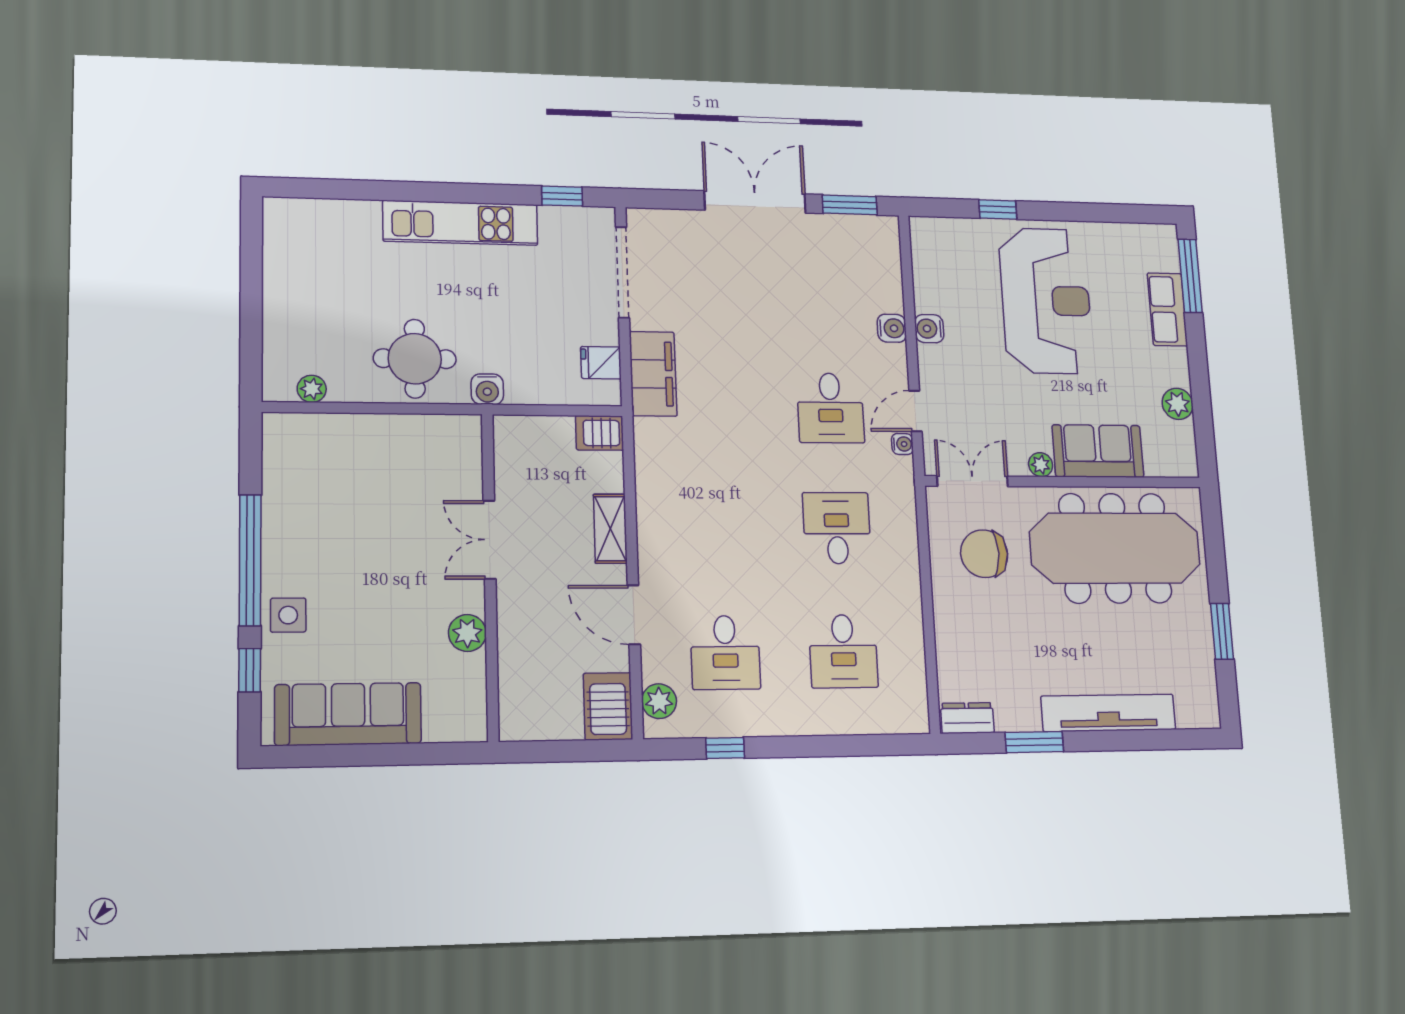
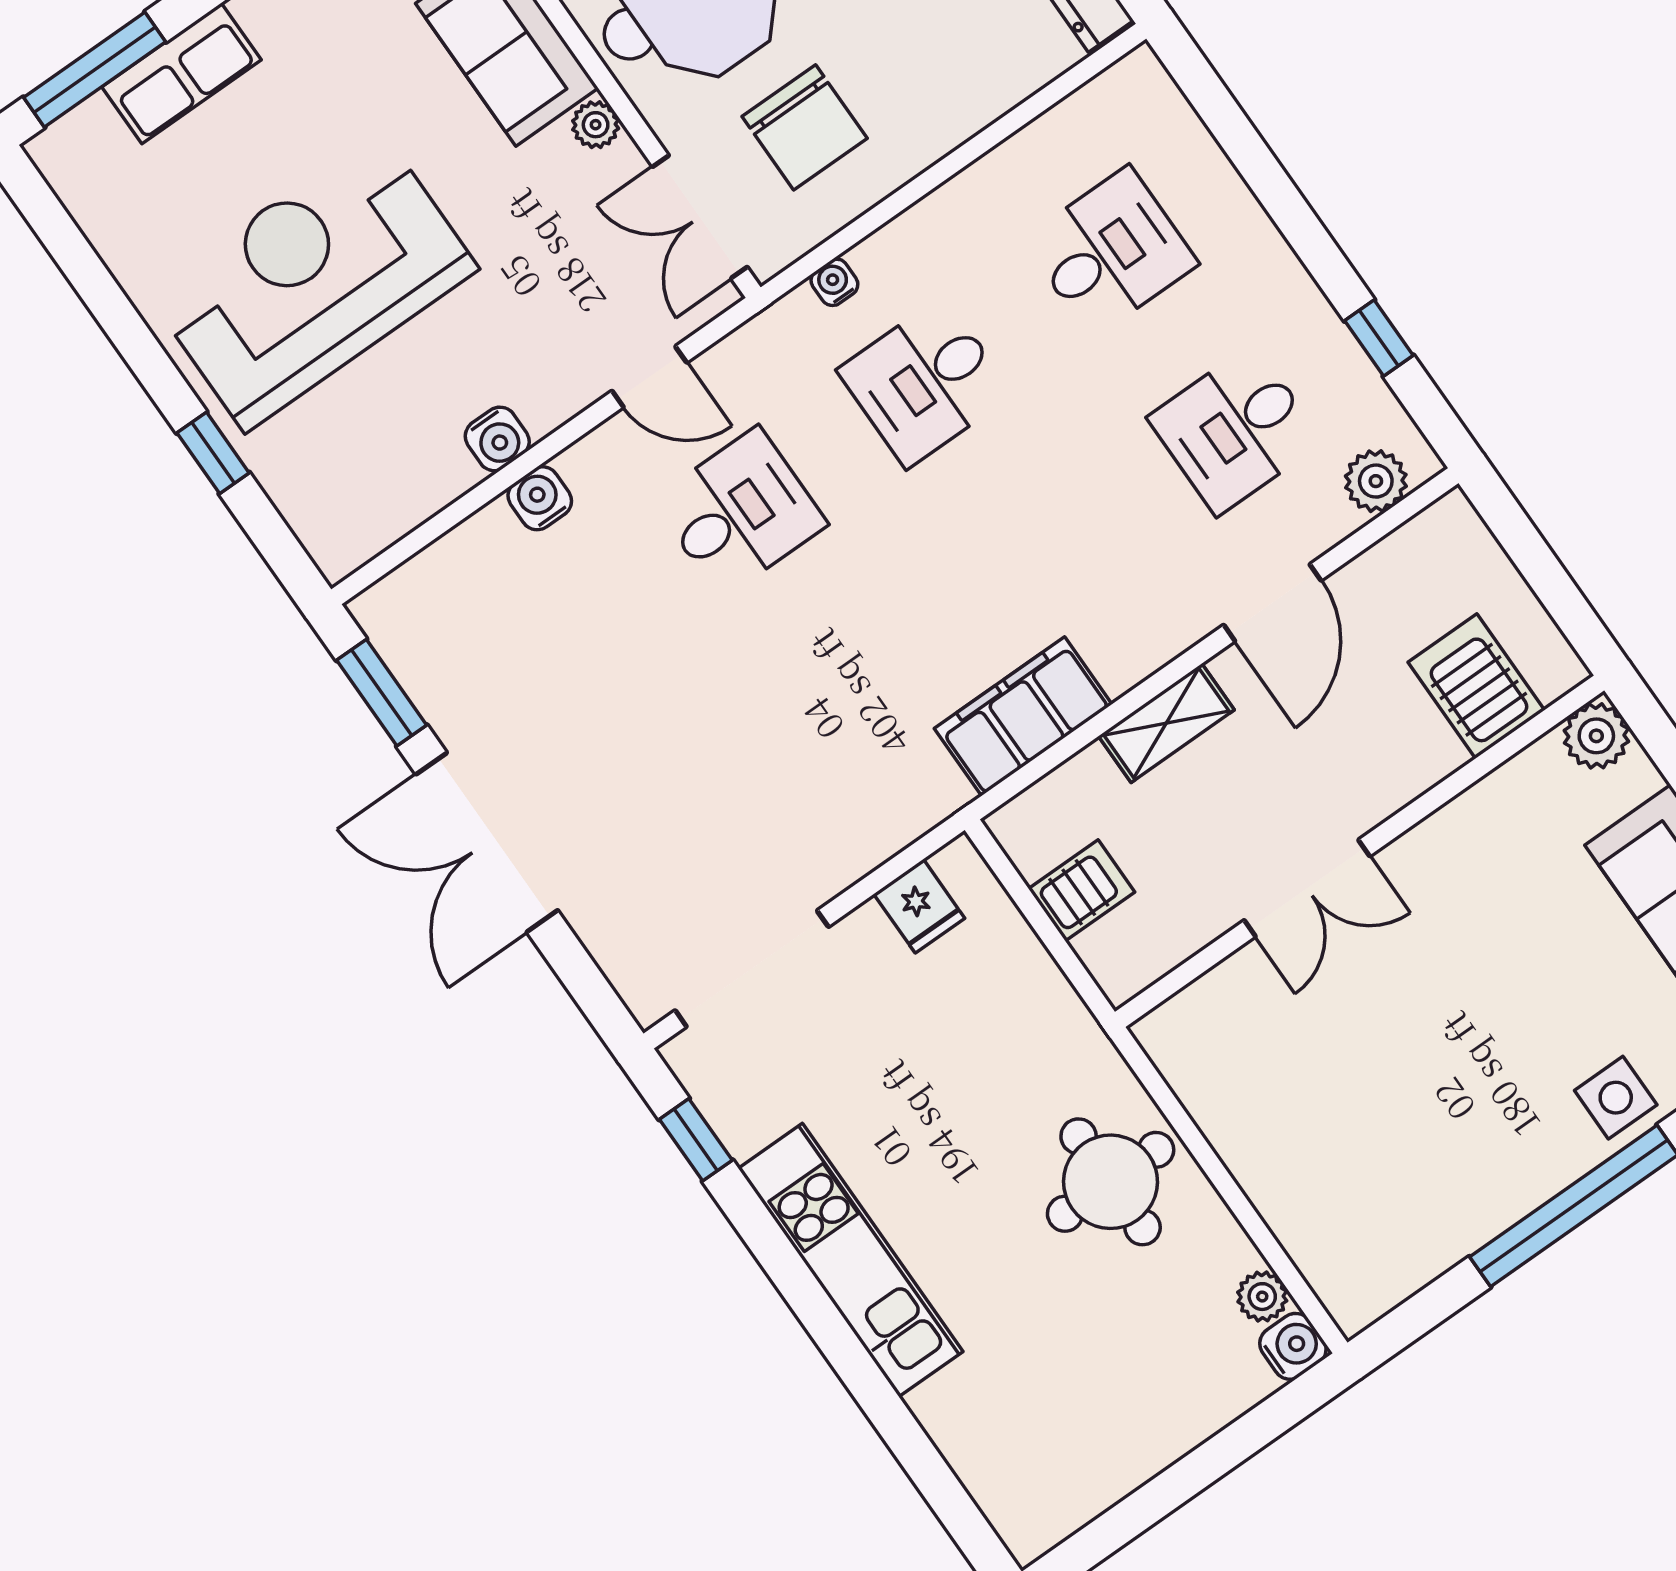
filing cabinet: (653, 374) -> (1023, 716), moved
water cooler: (487, 389) -> (1293, 1346), moved
server rack: (600, 433) -> (1082, 890), moved, turned -90
water cooler: (902, 444) -> (834, 282), moved
plant: (467, 633) -> (1596, 736), moved
desk: (725, 652) -> (1235, 430), turned 180
server rack: (608, 706) -> (1476, 686), moved, turned 90

